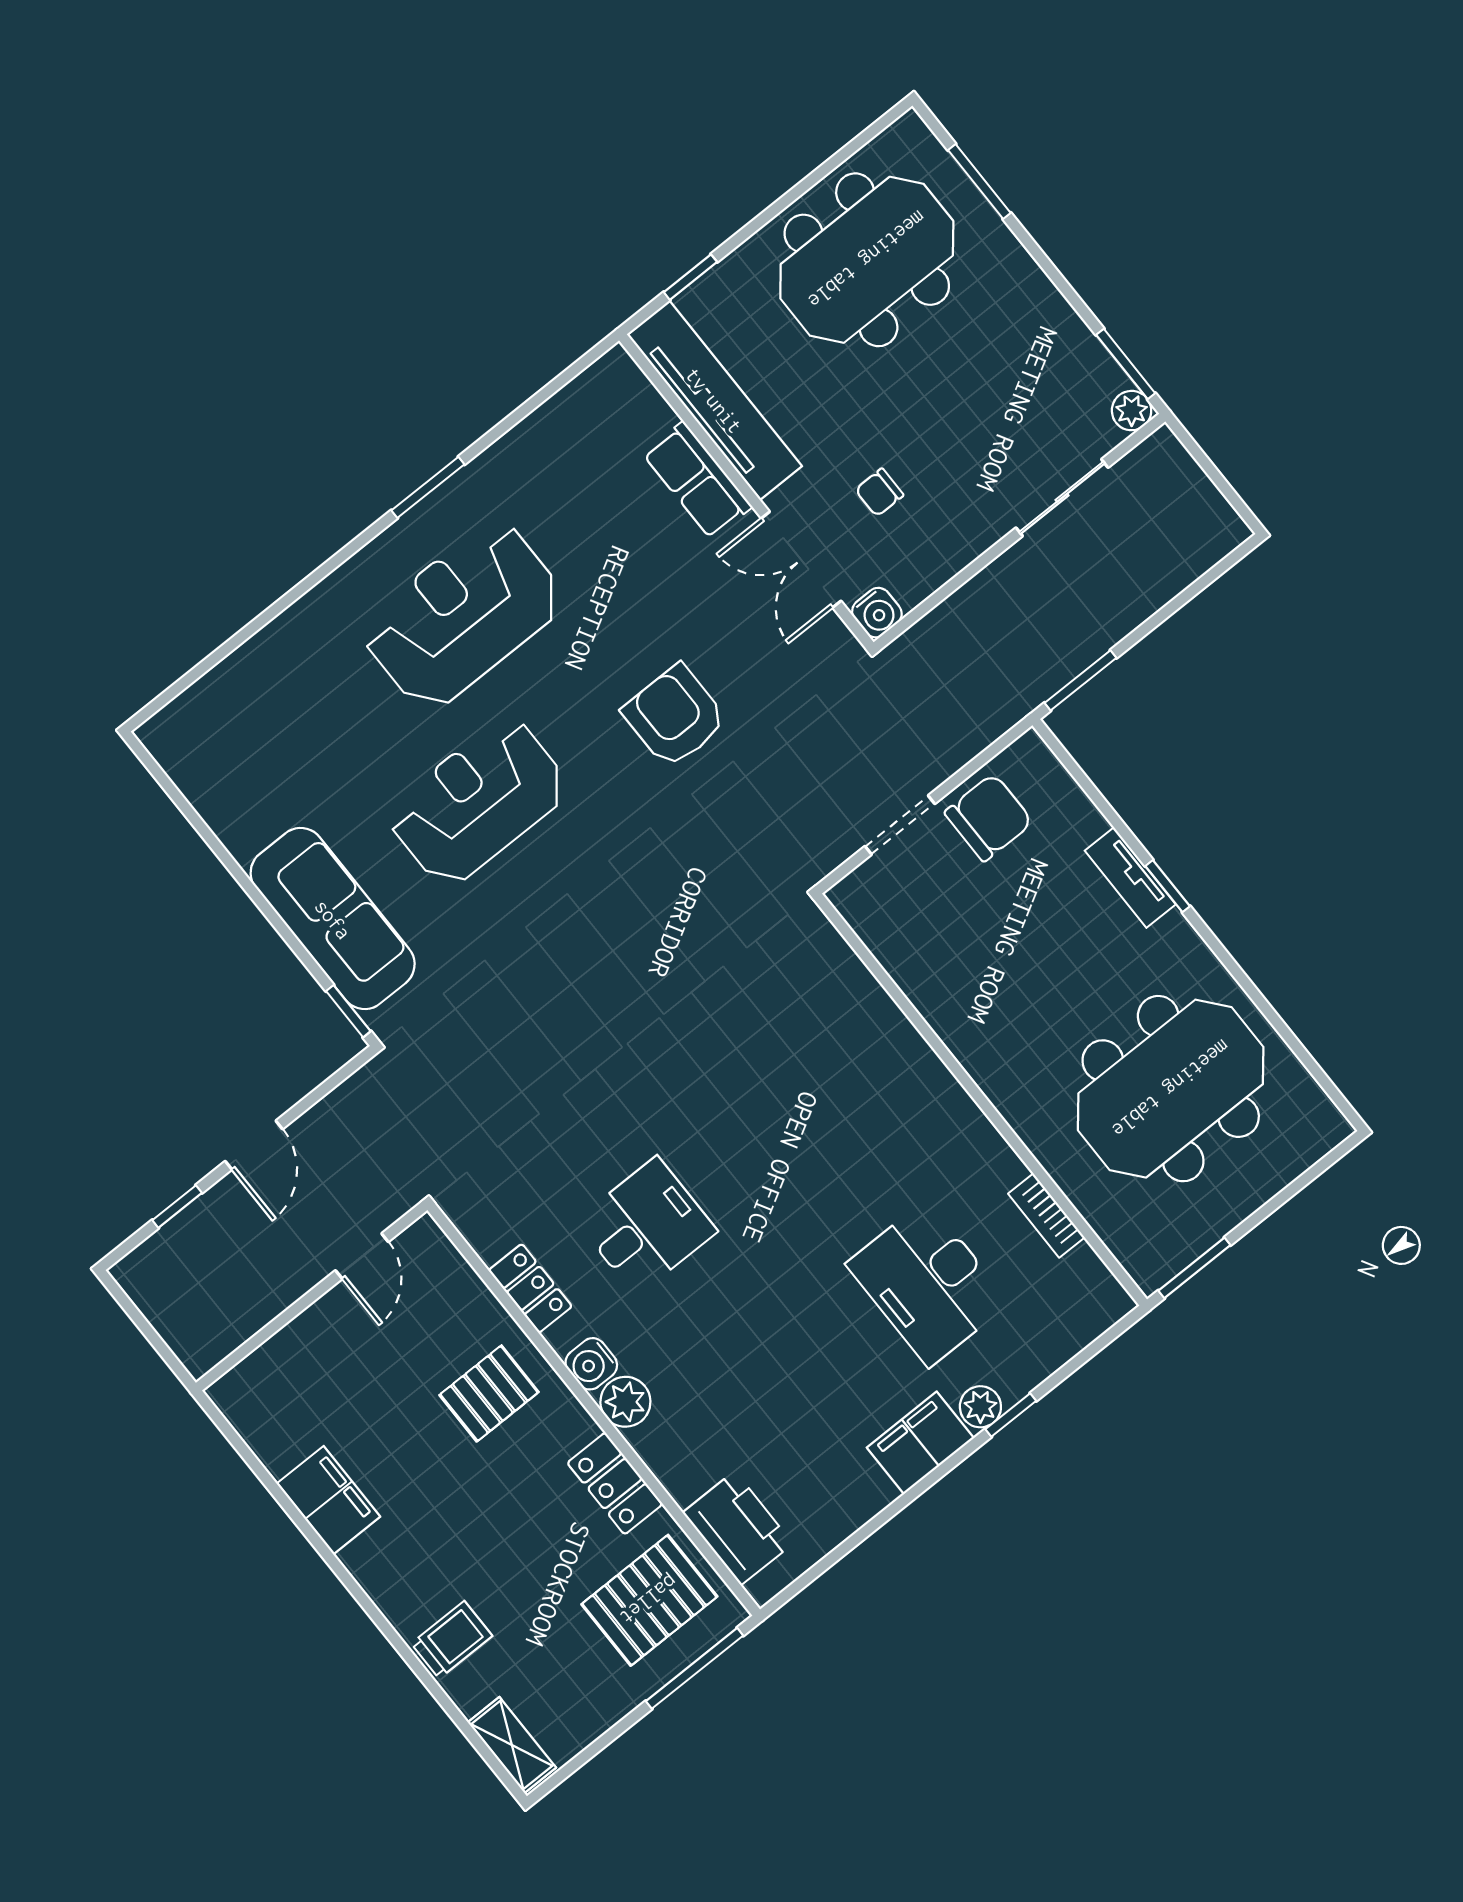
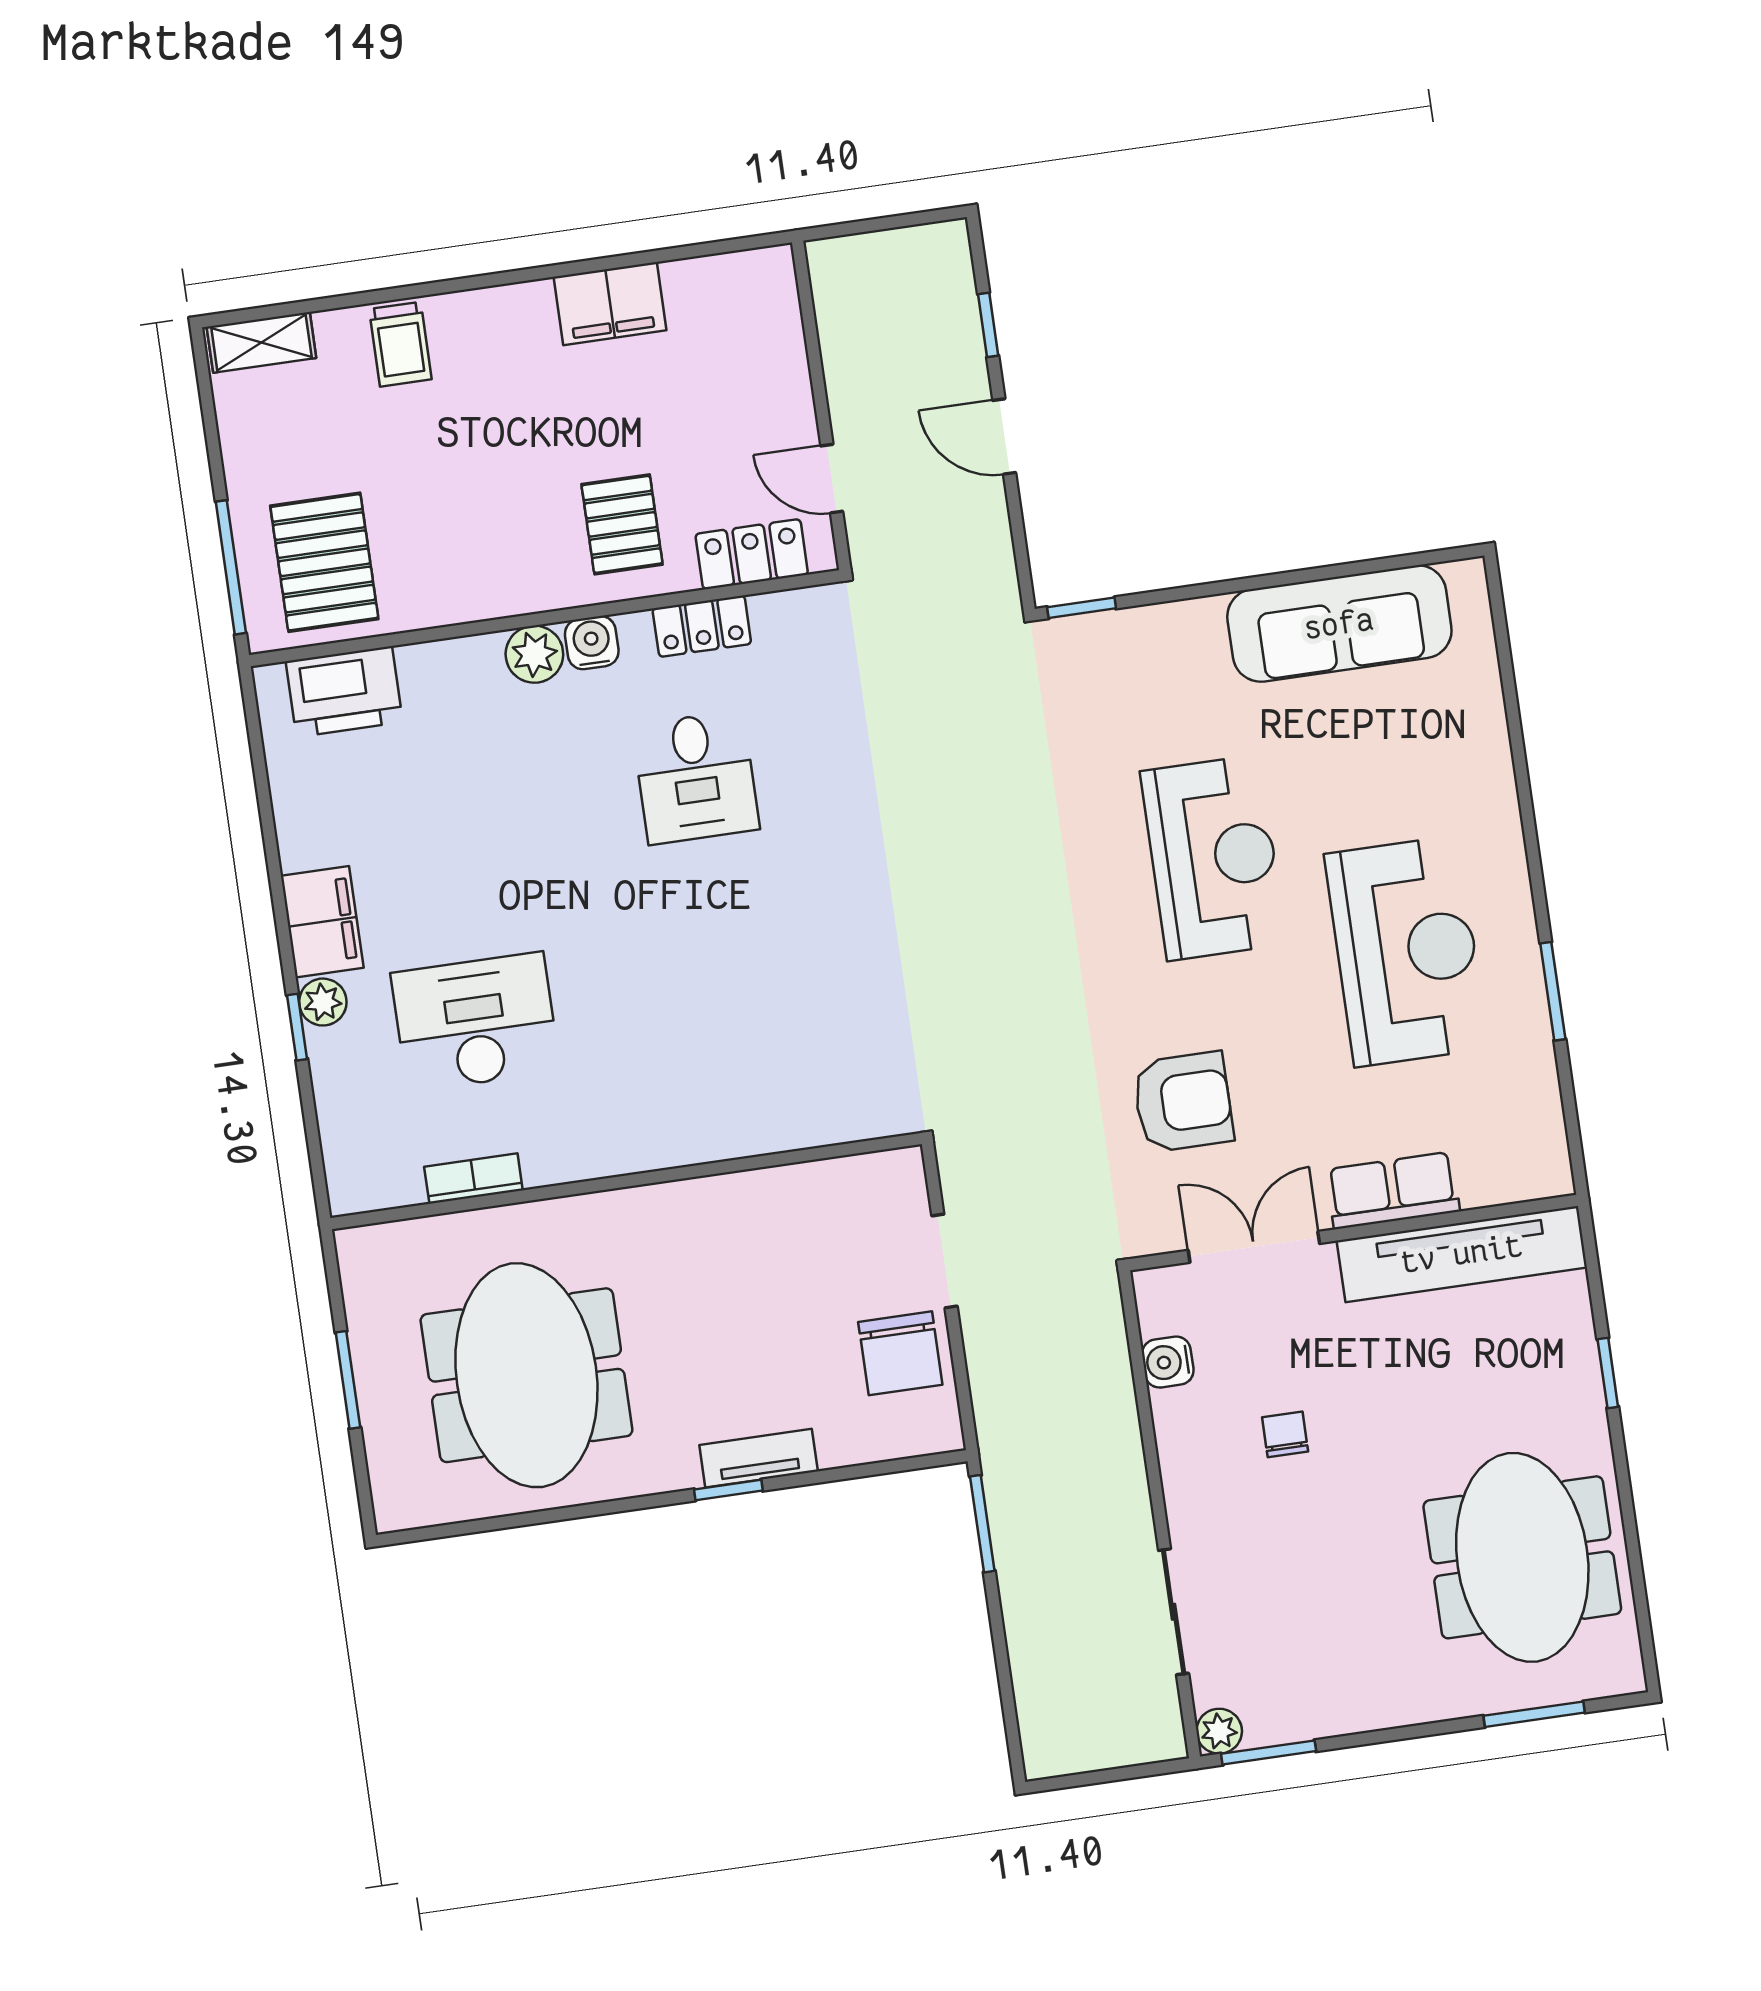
tv unit: (714, 400) -> (1462, 1254), moved
row of seats: (697, 480) -> (1393, 1190), moved
wall: (746, 491) -> (1353, 1233), moved
double door: (801, 560) -> (1254, 1247), moved
sofa: (333, 919) -> (1339, 624), moved
window: (1194, 1268) -> (348, 1380), moved
locker: (615, 1483) -> (752, 554), moved

